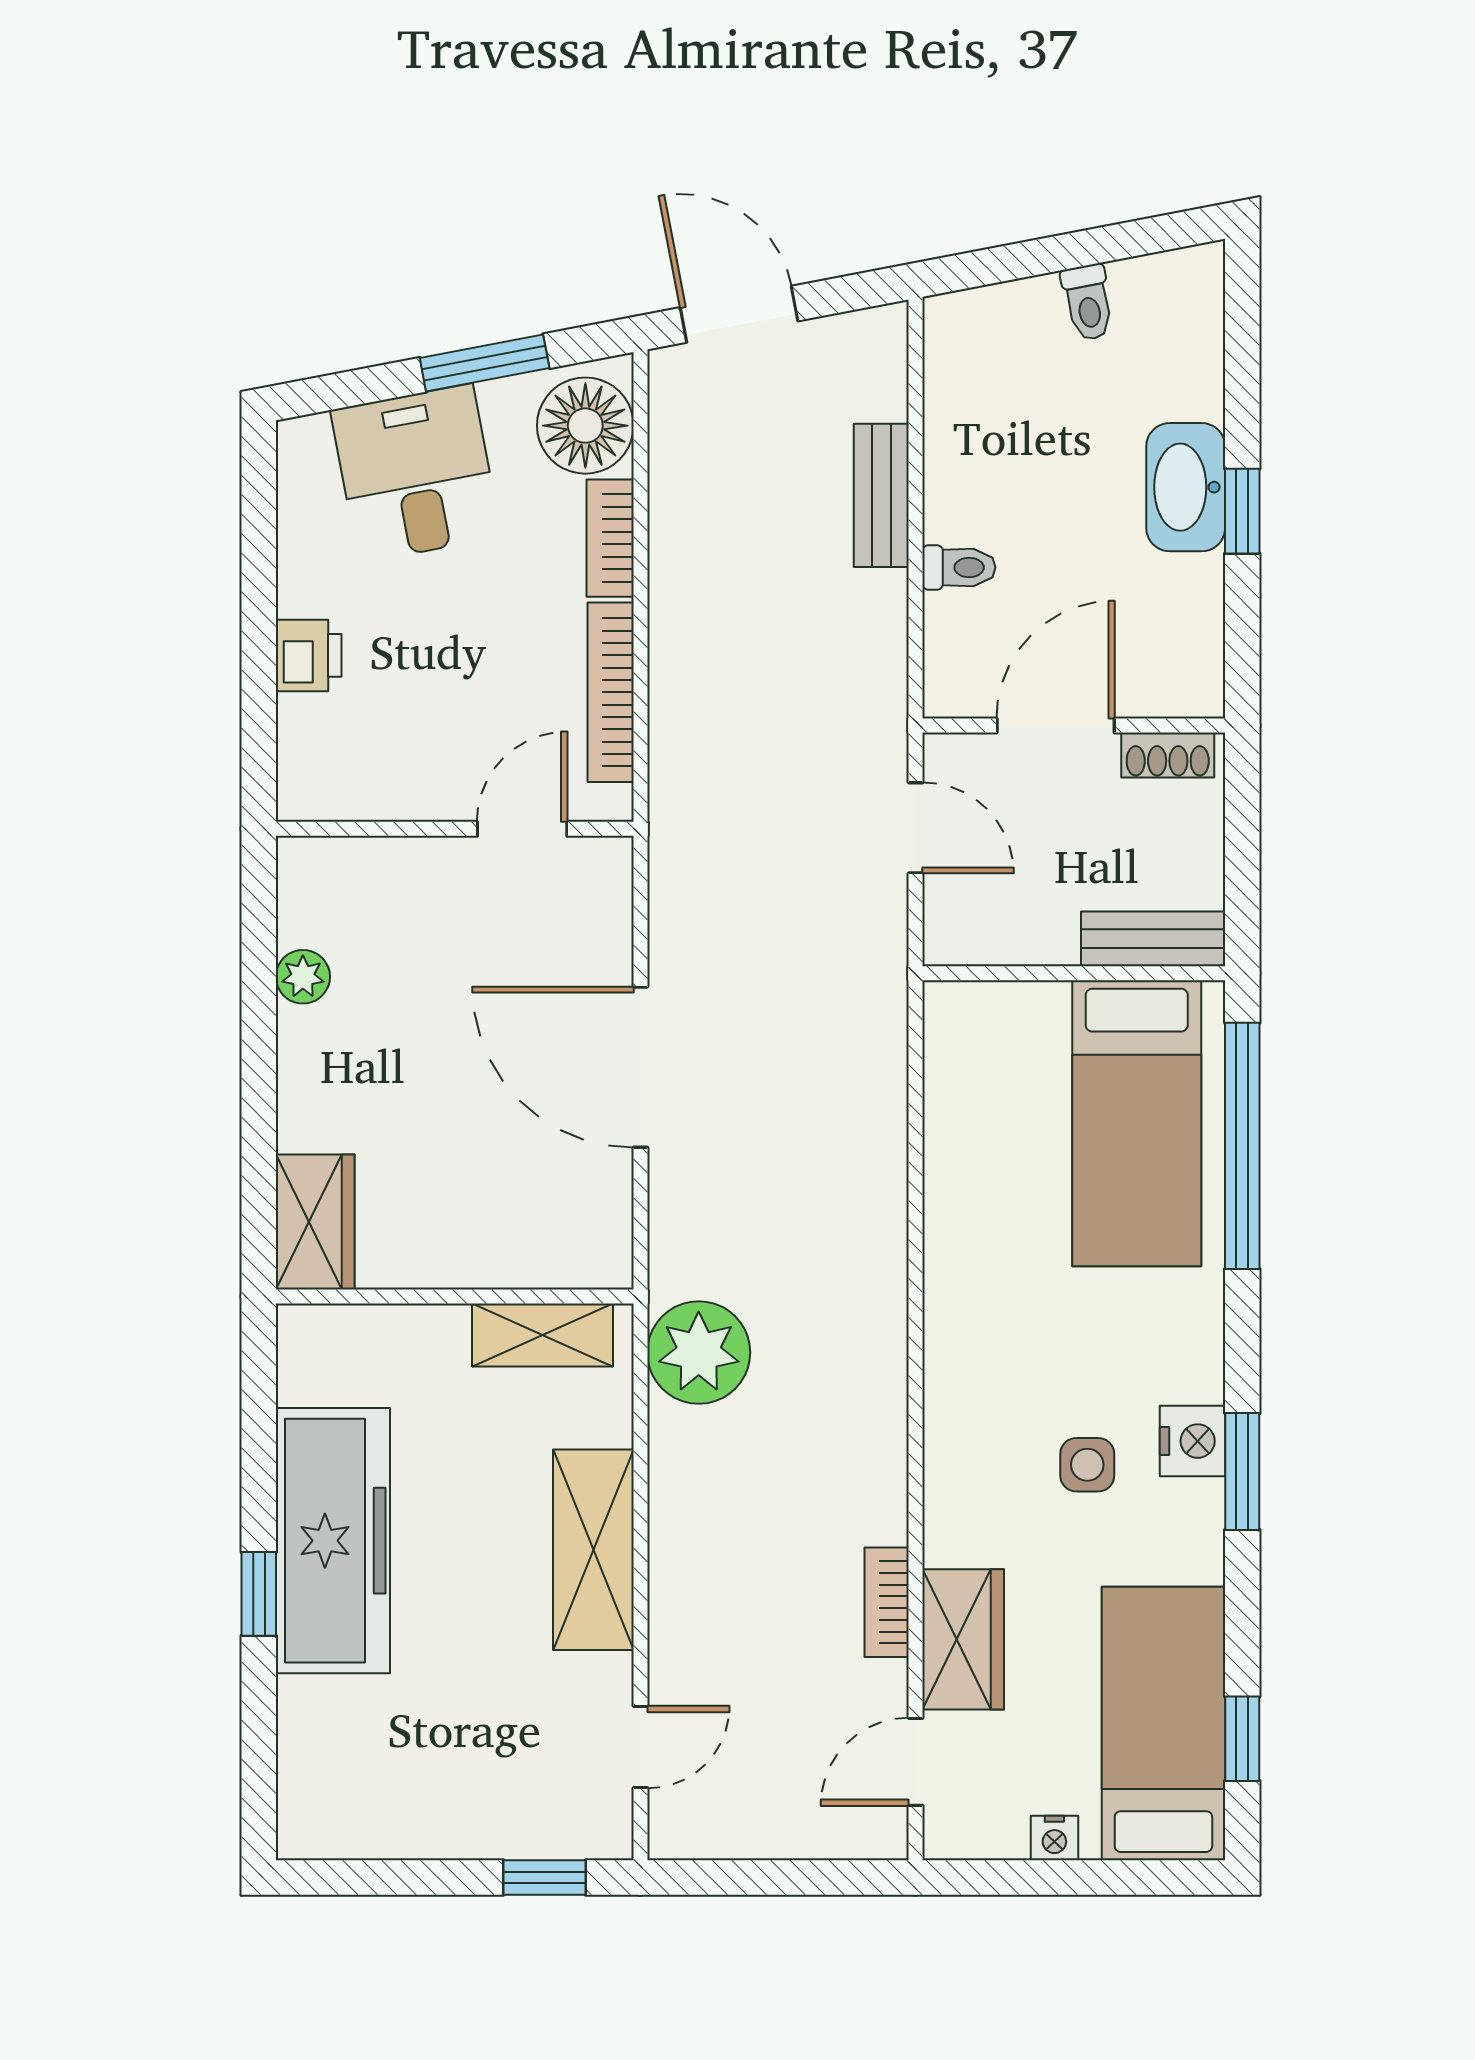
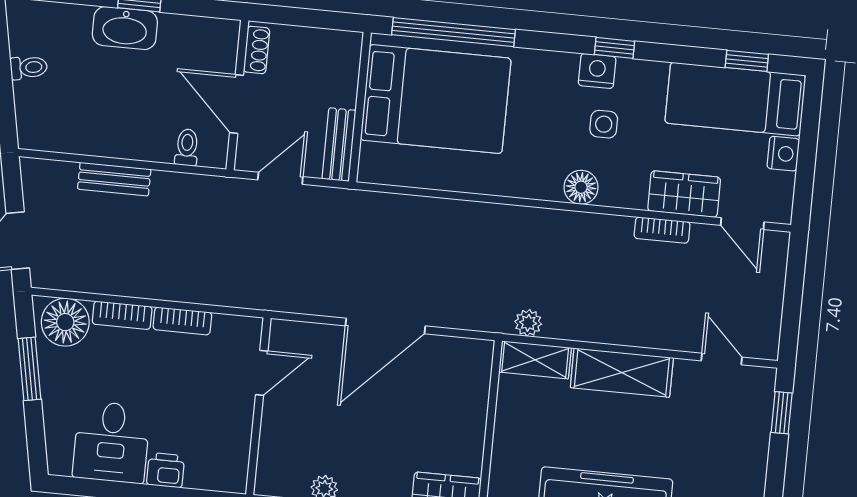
desk: (416, 473) -> (111, 442), moved, turned -79
toilet: (959, 567) -> (187, 147), moved
bookcase: (611, 692) -> (182, 321), width x0.64
door: (522, 829) -> (262, 373), swing flipped
bench: (1153, 939) -> (339, 145), moved
bed: (1137, 1123) -> (436, 99), width x1.50
shelving: (543, 1335) -> (535, 360), moved, turned 90
plant: (699, 1353) -> (528, 323), width x0.53, depth x0.53
floor lamp: (957, 1432) -> (581, 187), added
window: (1242, 1471) -> (615, 48), width x0.67
nightstand: (1054, 1838) -> (783, 154), width x1.39, depth x1.35

